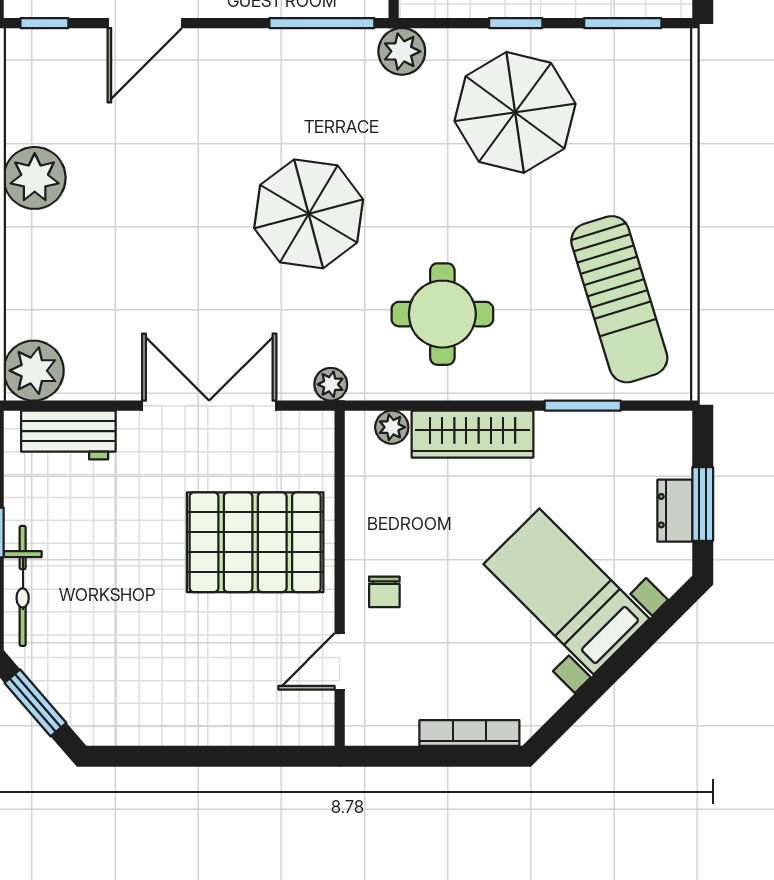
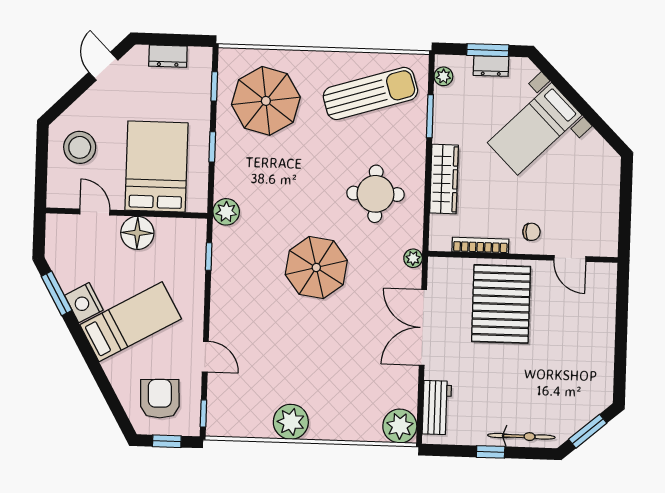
door: (145, 23) -> (205, 357), width x0.73
window: (322, 23) -> (209, 256), width x0.46
window: (623, 23) -> (214, 86), width x0.67
parasol: (515, 112) -> (266, 101), moved
plant: (392, 427) -> (443, 76), moved
bookcase: (469, 733) -> (480, 245), moved, turned 90

